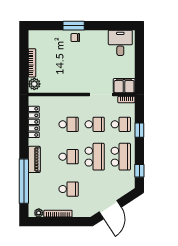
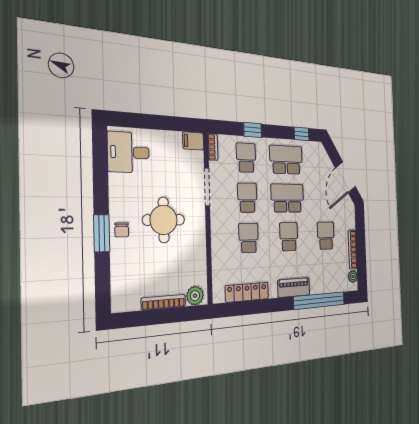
round table: (81, 64) -> (164, 220), added
filing cabinet: (124, 86) -> (193, 141), width x0.50
door: (110, 210) -> (346, 177), swing flipped

